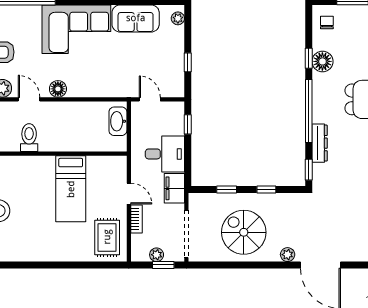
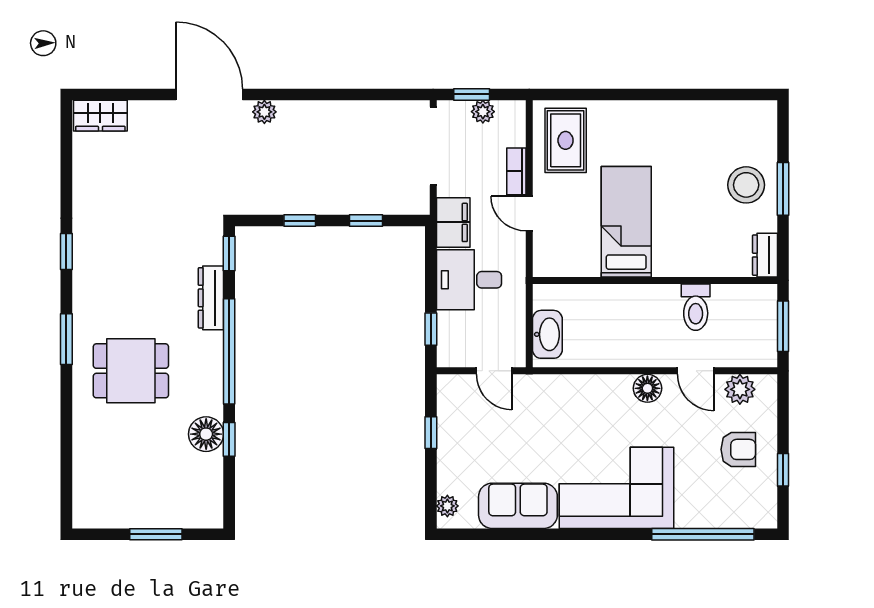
chair: (327, 22) -> (199, 499), removed
spiral stairs: (244, 232) -> (337, 149), removed

